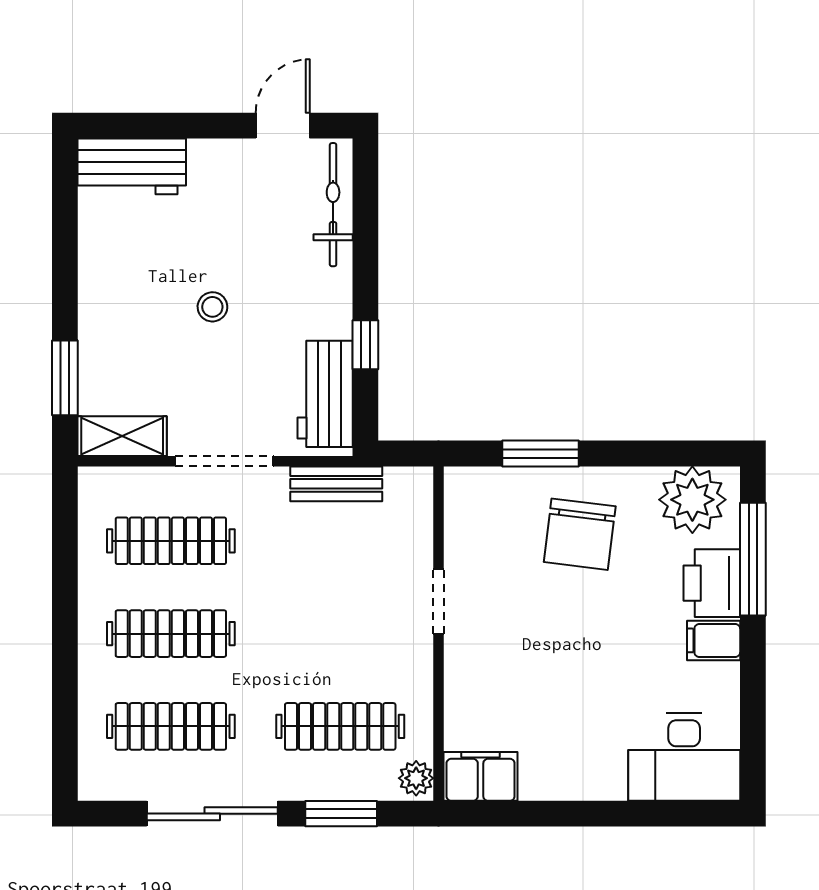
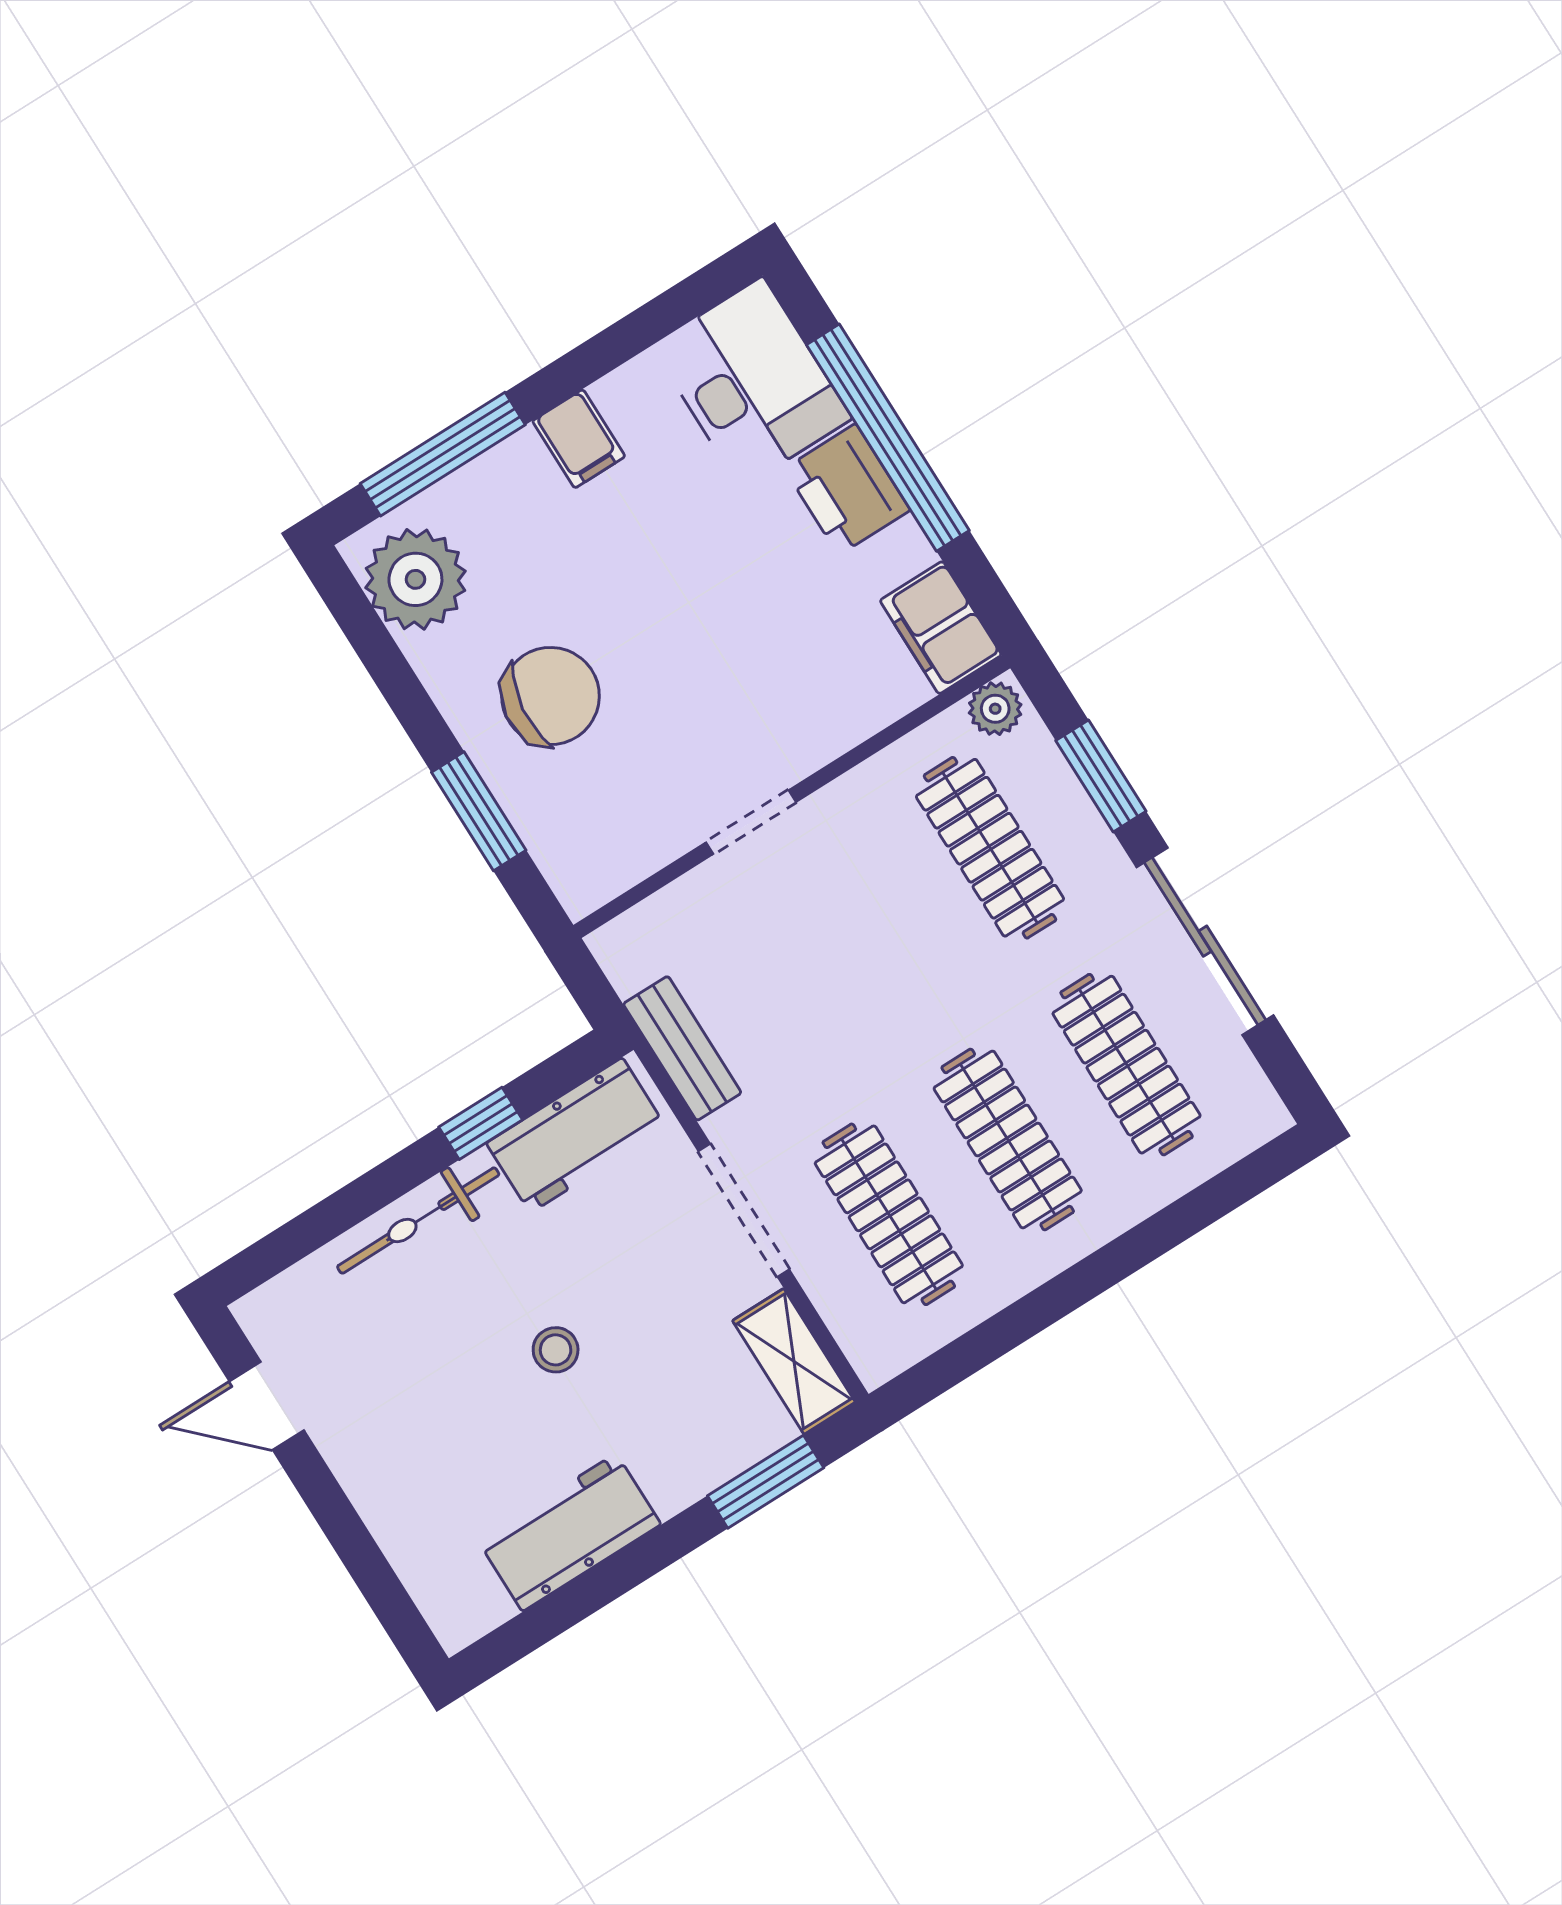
workbench: (132, 166) -> (569, 1532), moved, turned -90
bicycle: (333, 205) -> (418, 1221), moved
printer: (712, 583) -> (847, 489), moved, turned 90
window: (605, 814) -> (888, 438), added

